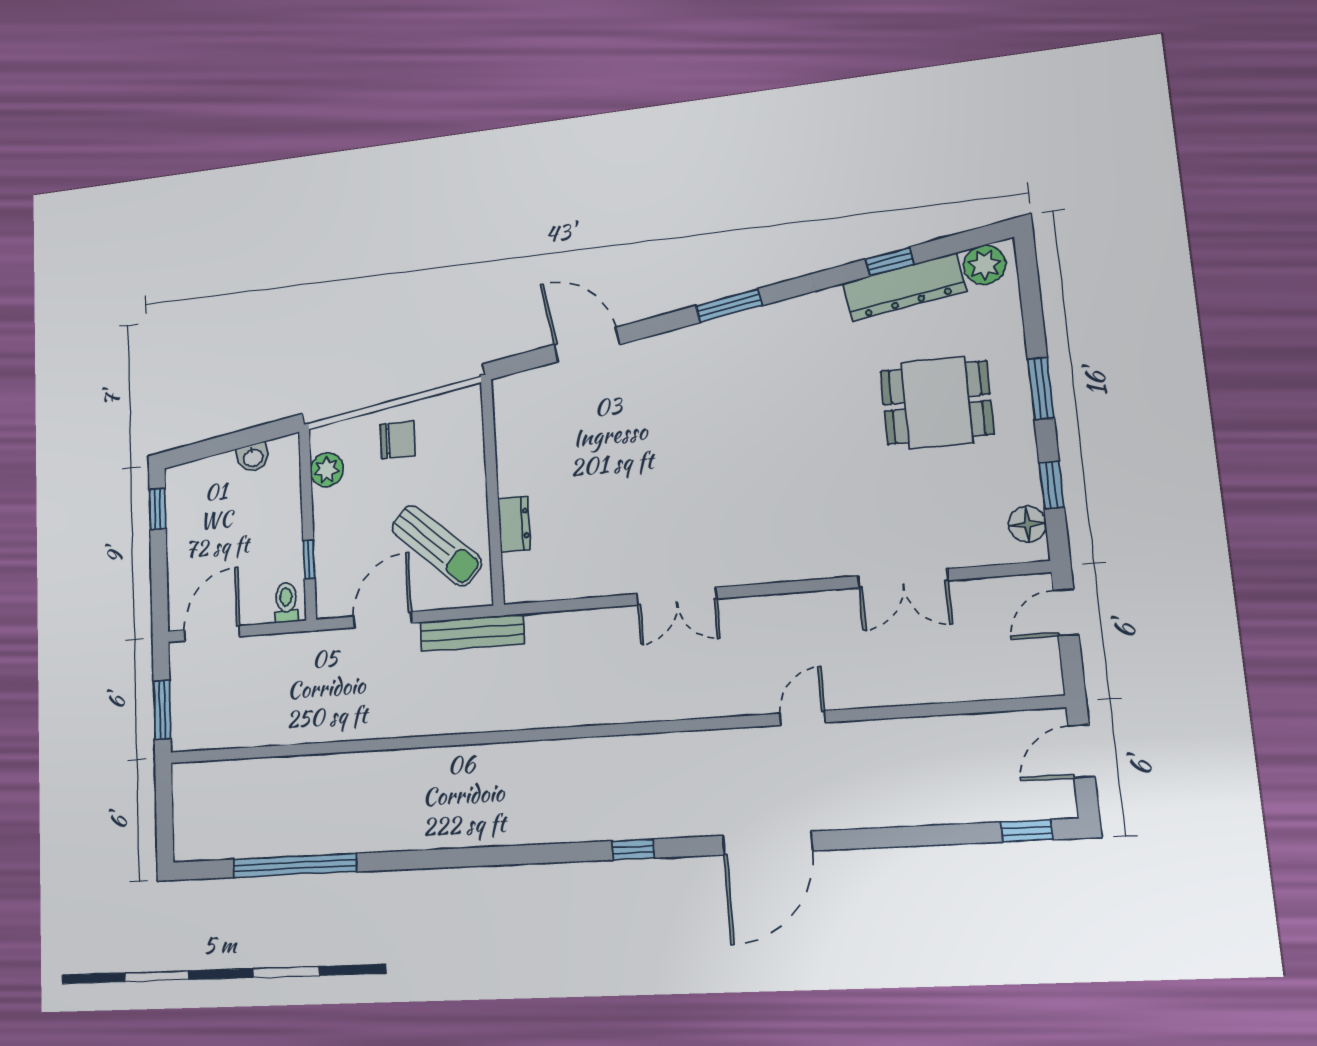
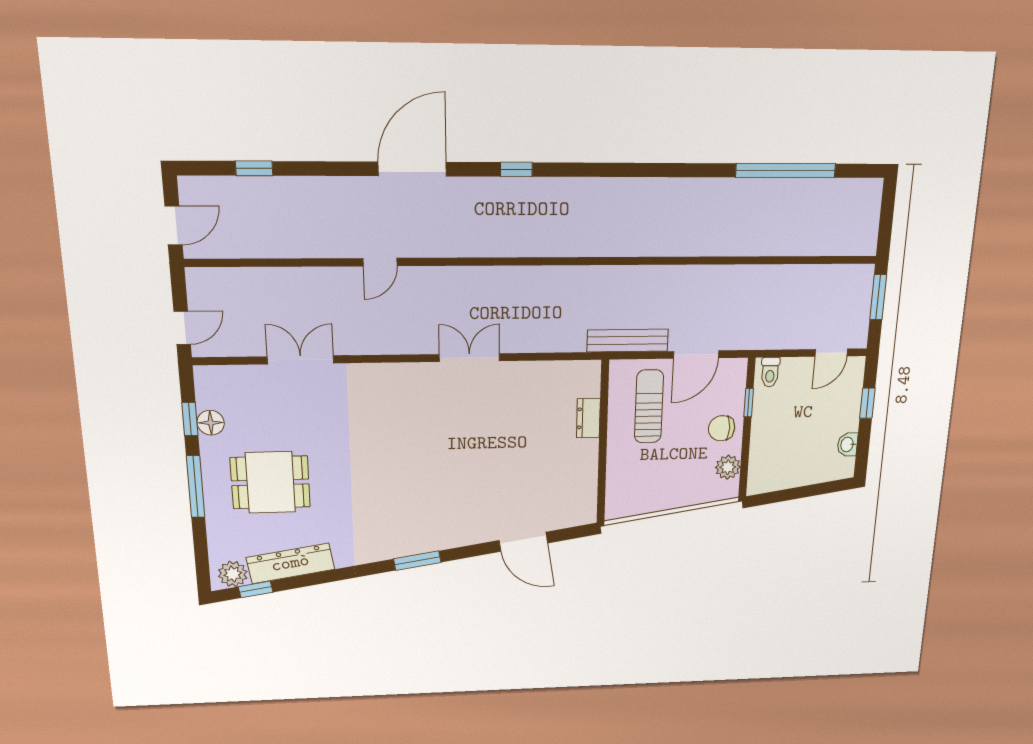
window: (889, 262) -> (256, 589), moved
window: (1041, 388) -> (196, 487), width x1.44
chair: (398, 440) -> (722, 428), moved
washbasin: (253, 457) -> (848, 444), moved, turned -81
window: (158, 509) -> (867, 403), moved
floor lamp: (1027, 524) -> (211, 423), moved
sun lounger: (437, 546) -> (649, 406), turned 48
door: (212, 633) -> (831, 353), width x0.73
window: (1027, 831) -> (254, 168), moved

